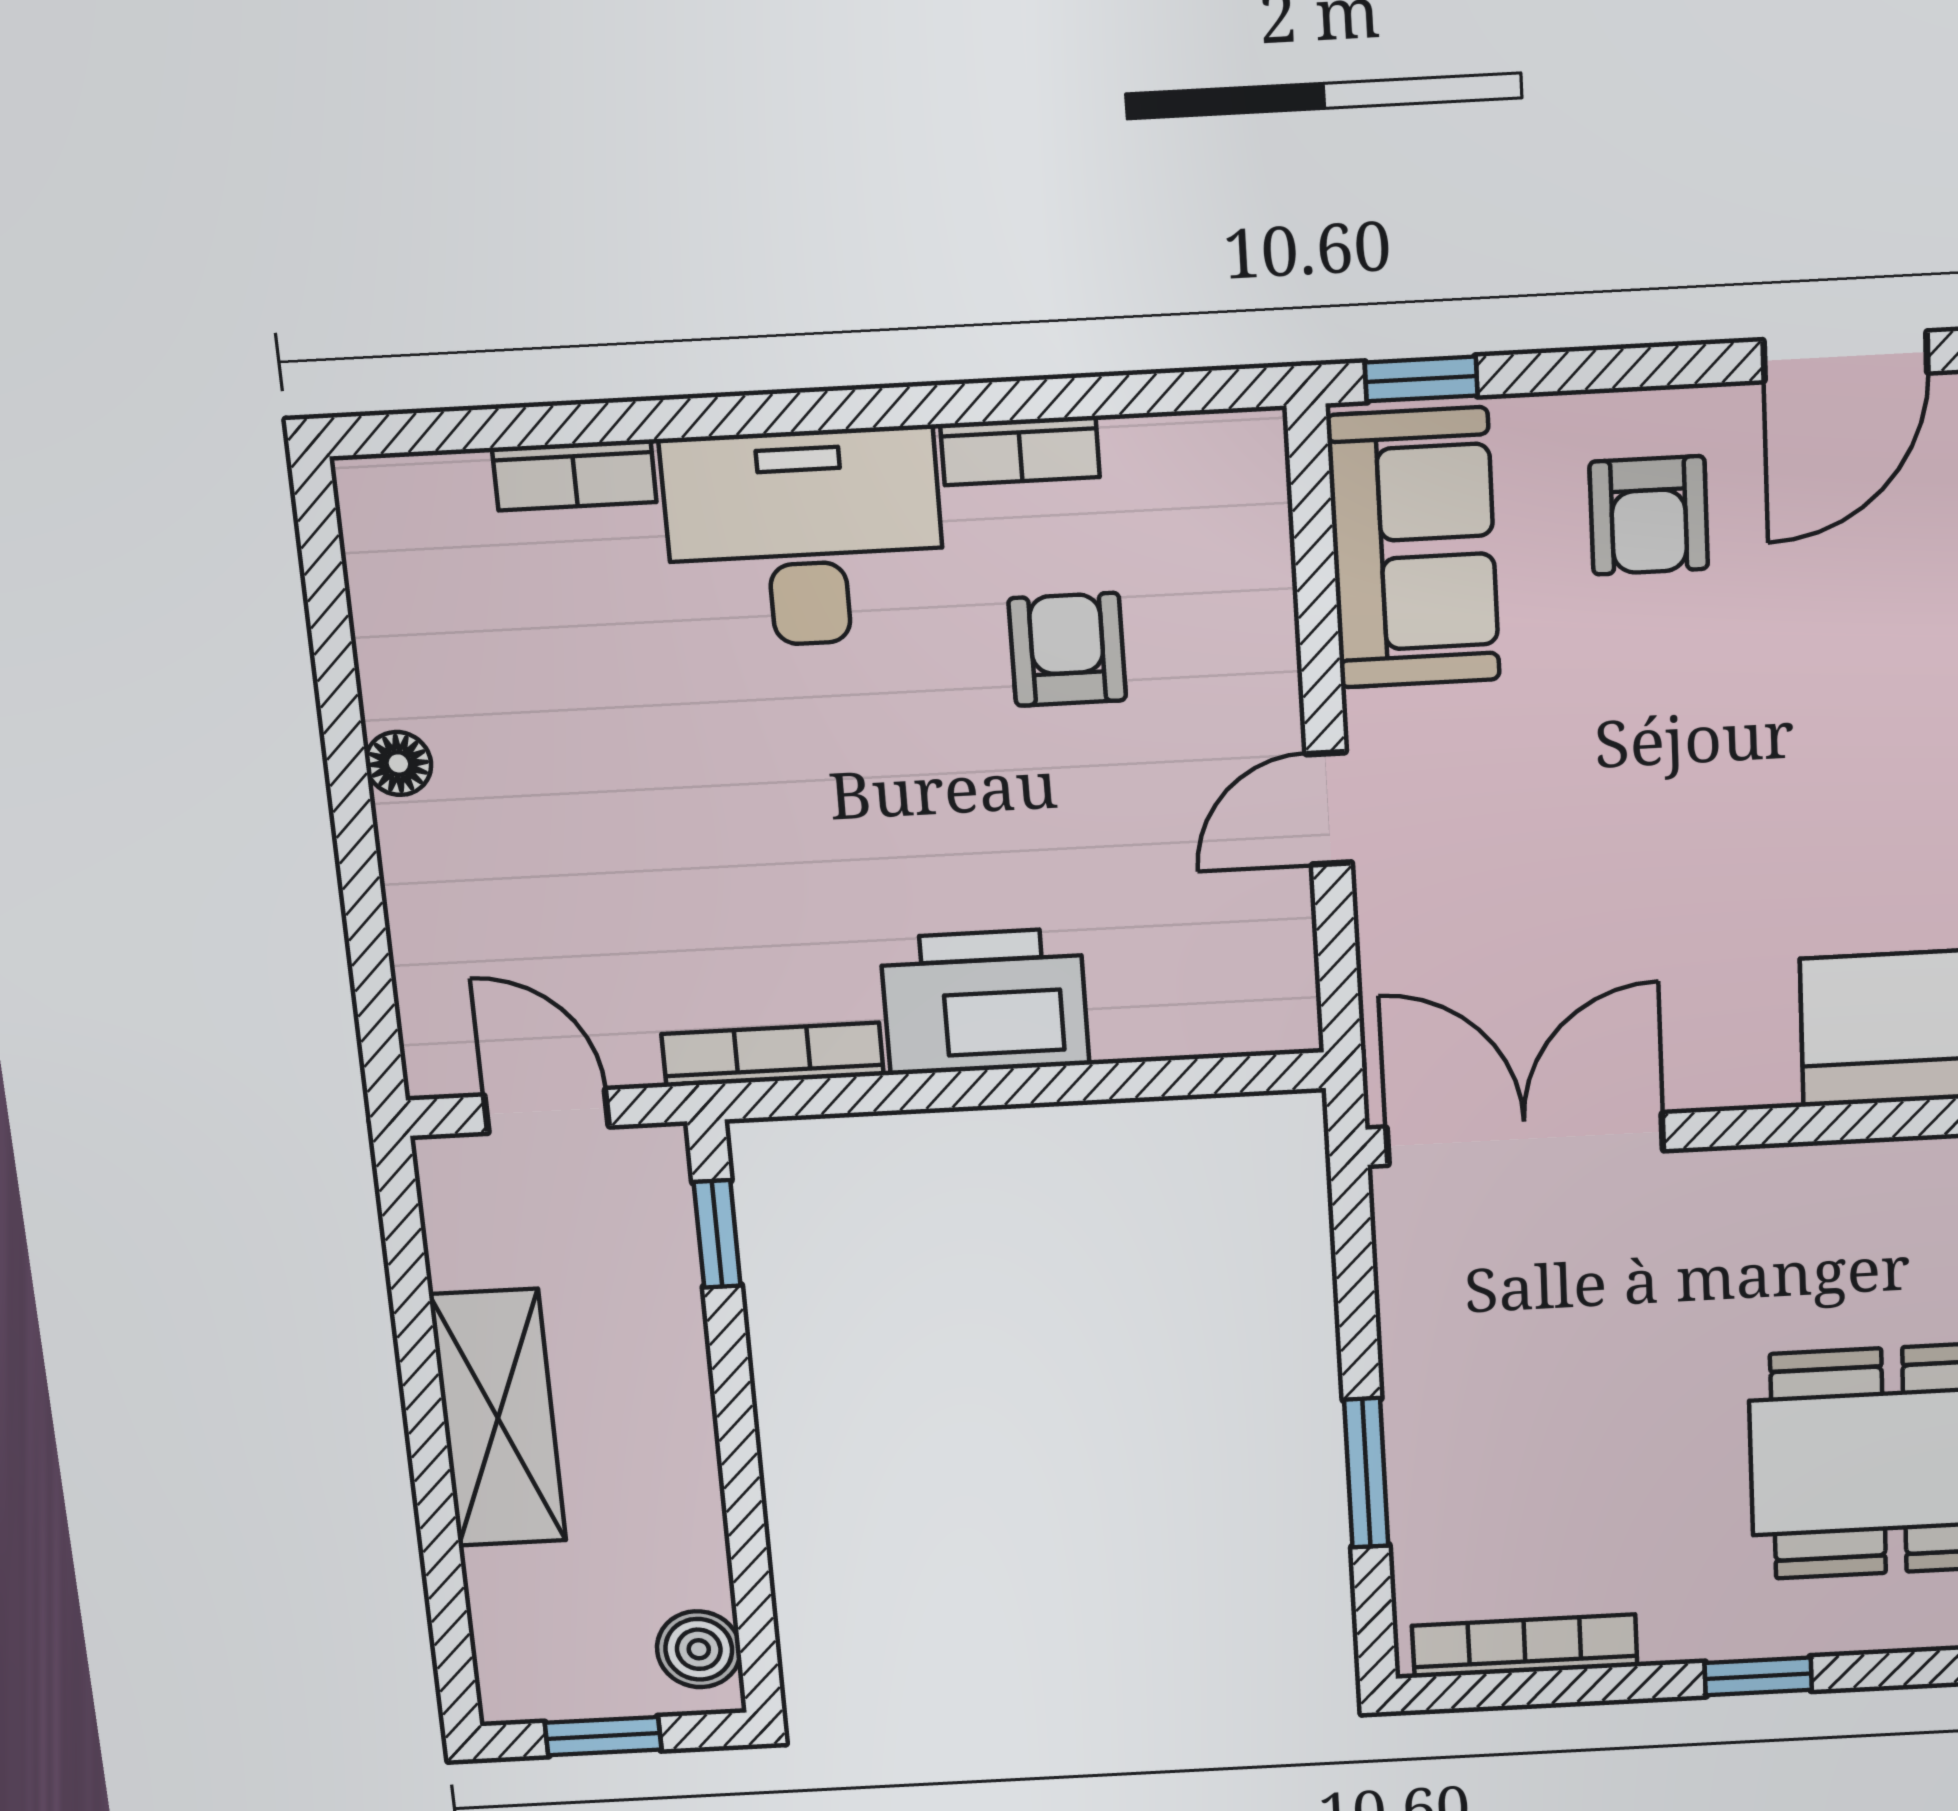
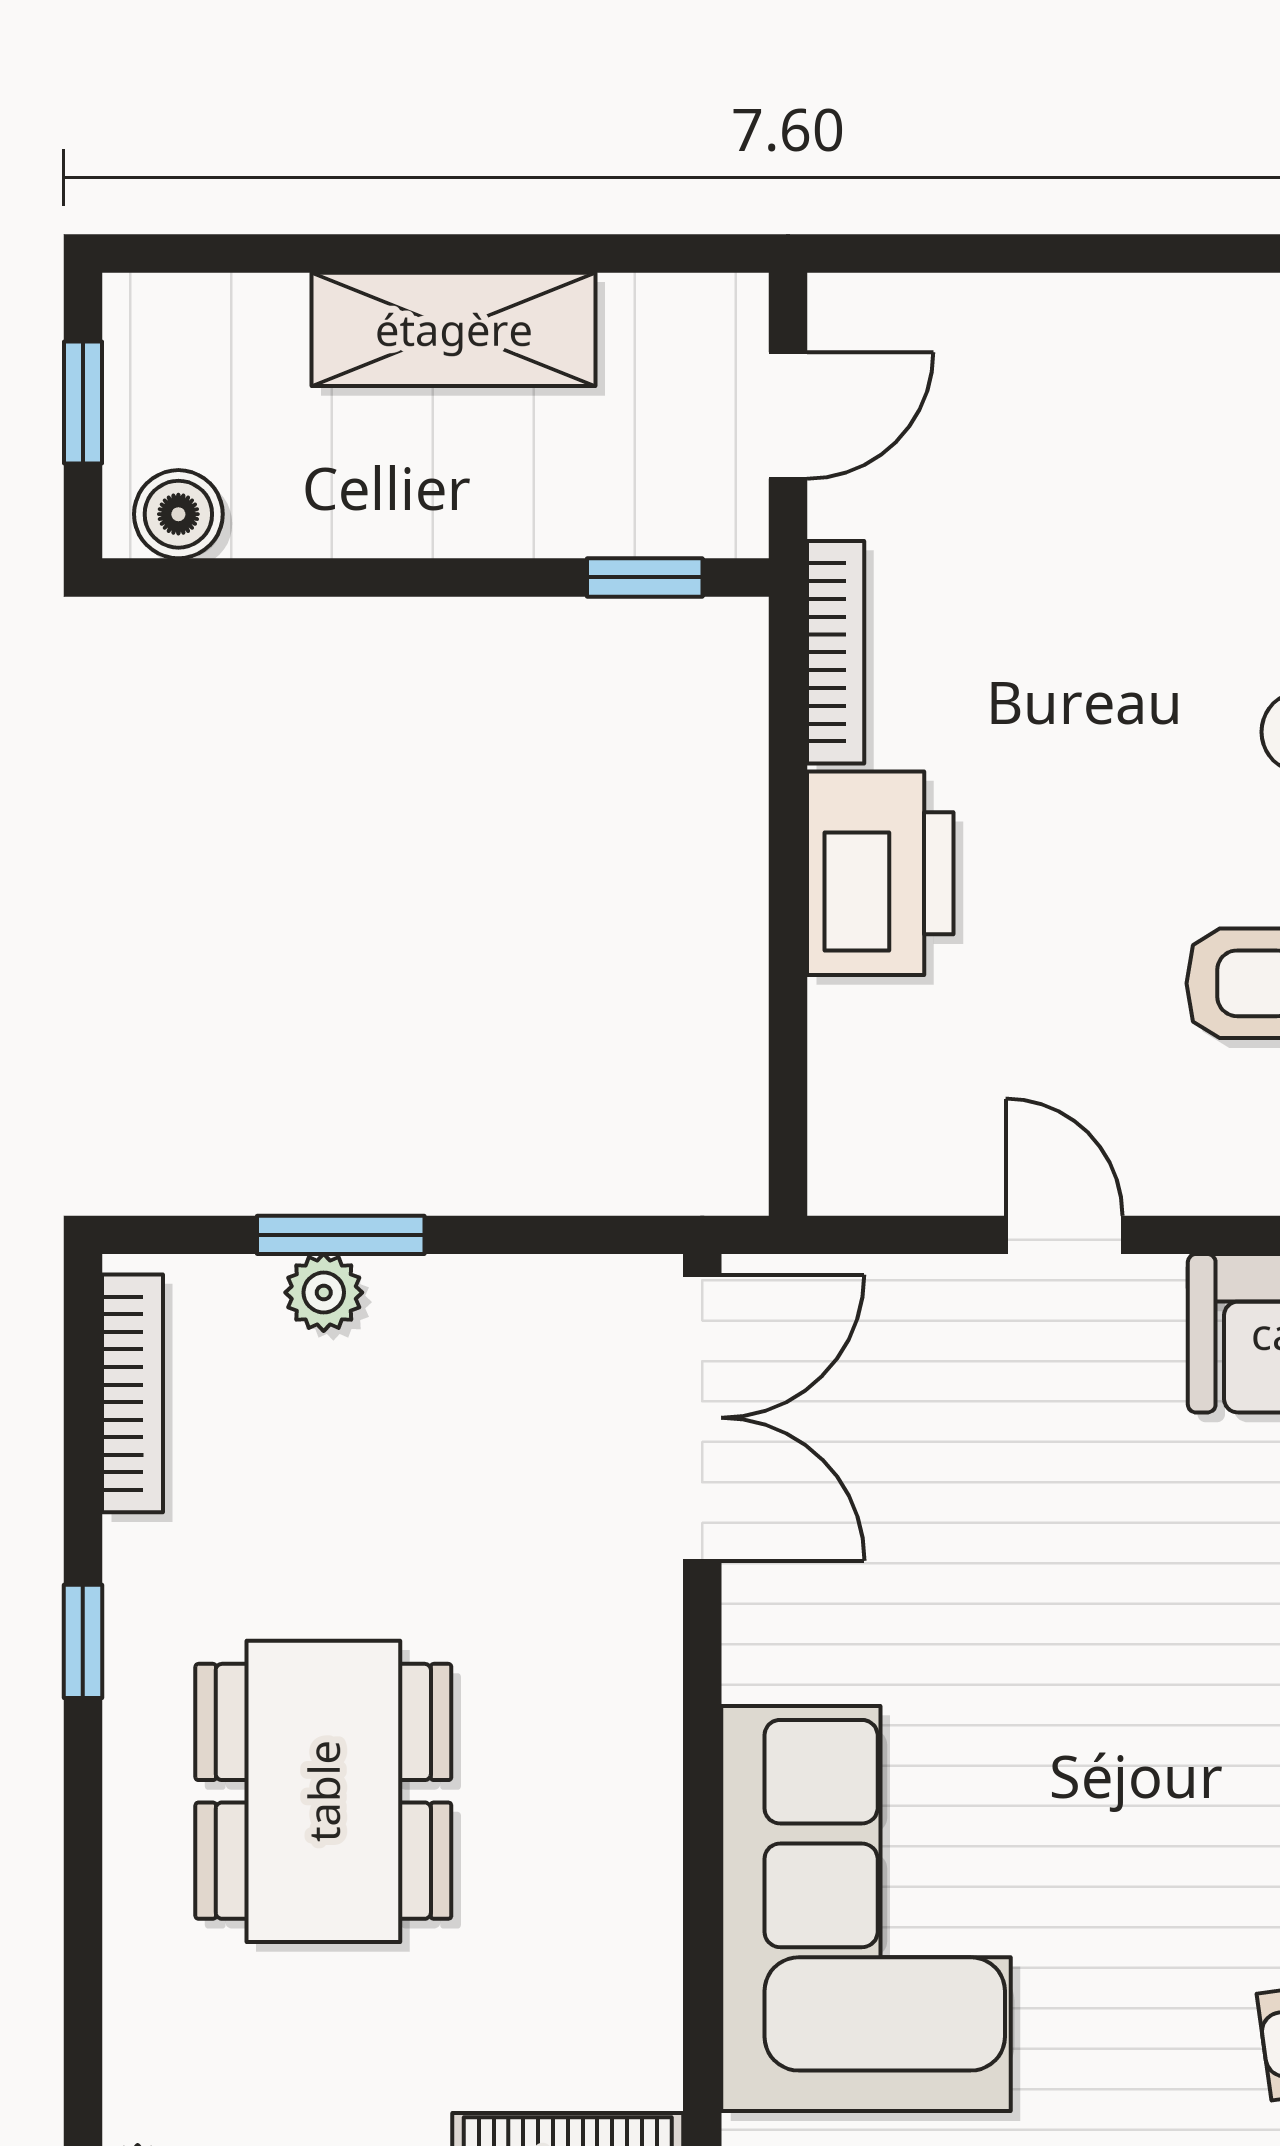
floor lamp: (398, 763) -> (1161, 305), removed
plant: (1422, 1485) -> (324, 1292), added

